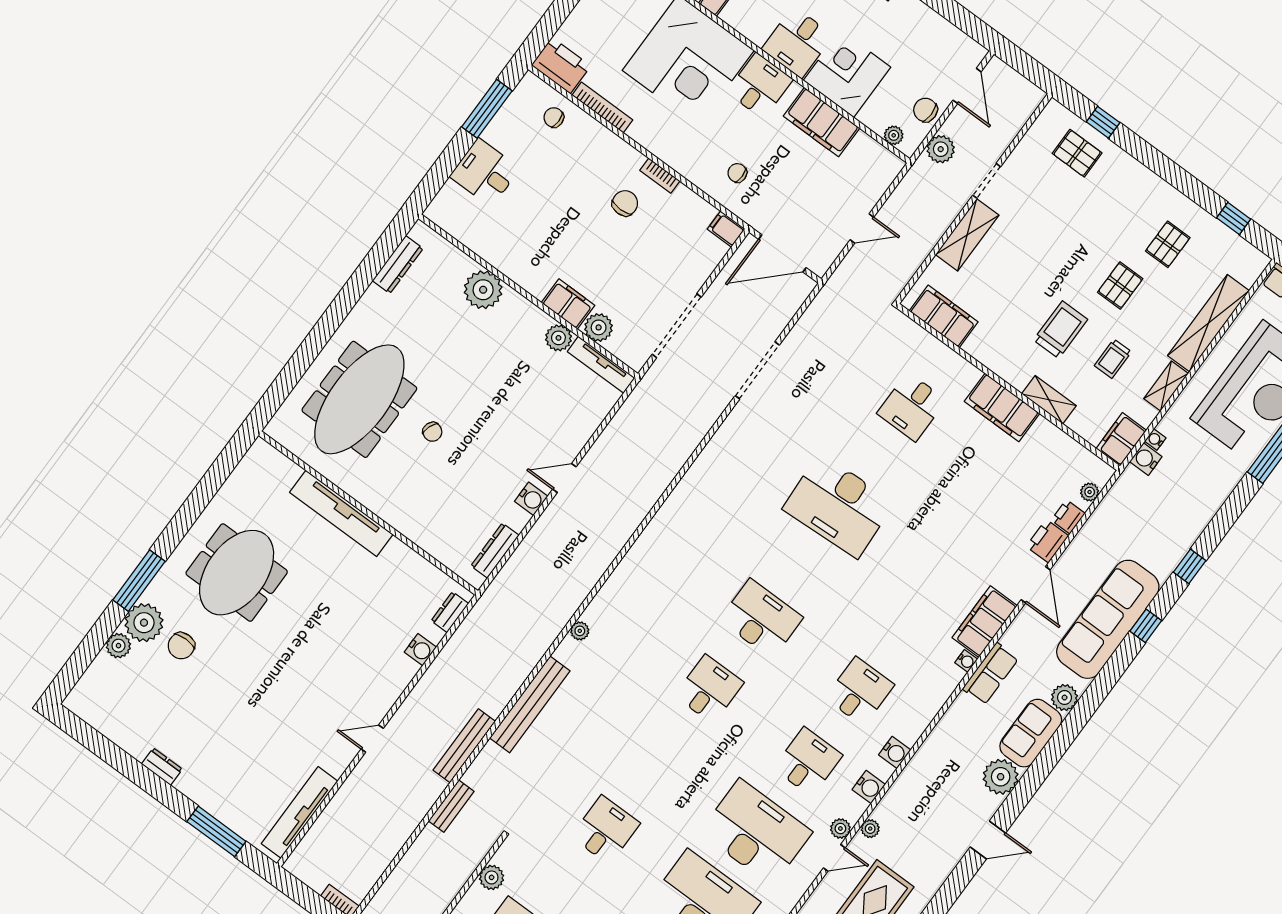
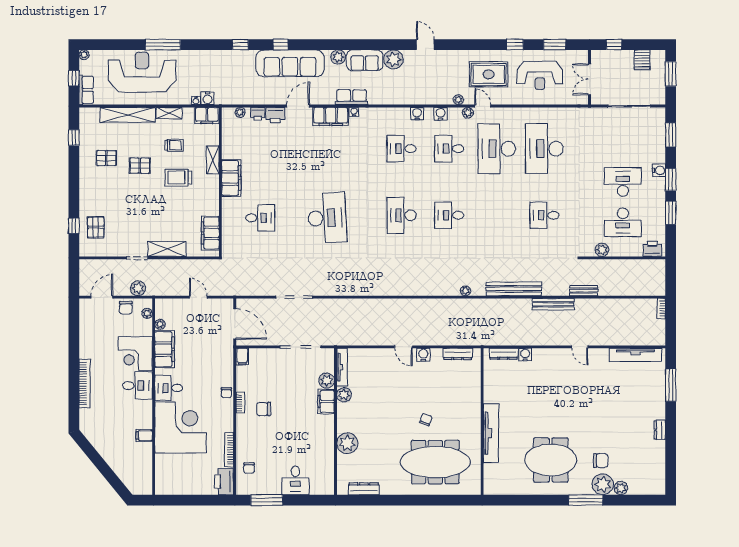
plant: (863, 142) -> (160, 324), added
chair: (737, 173) -> (226, 393), moved
dresser: (450, 612) -> (504, 354), width x1.44

